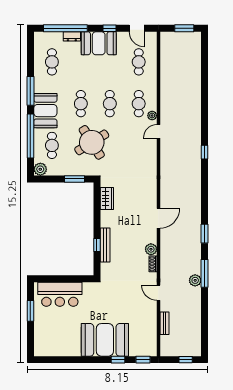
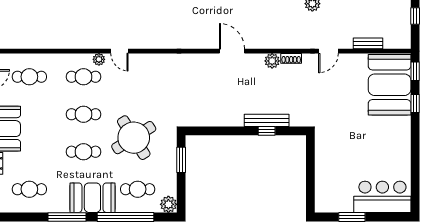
wardrobe: (107, 199) -> (206, 118), removed
bar counter: (60, 294) -> (382, 197), moved, turned -90
booth: (105, 340) -> (390, 85), moved

